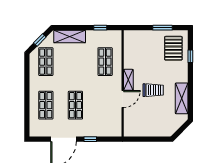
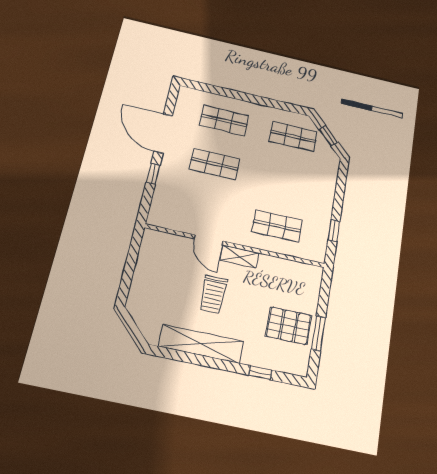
shelving: (70, 37) -> (327, 180), removed
pallet: (173, 48) -> (289, 326), moved
shelving: (182, 98) -> (201, 344), width x1.47

